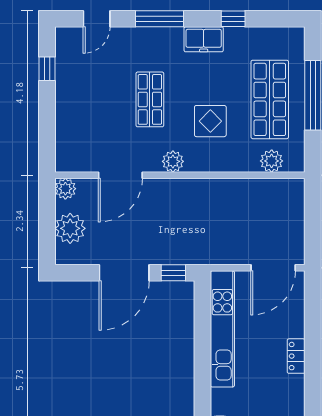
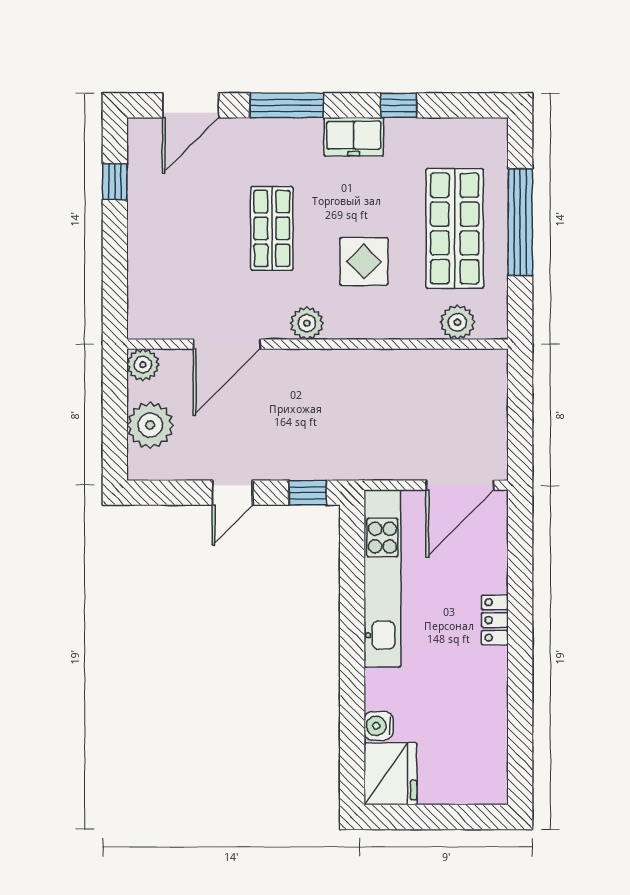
door: (97, 19) -> (191, 105), width x1.38
door: (124, 273) -> (233, 493), width x0.53

